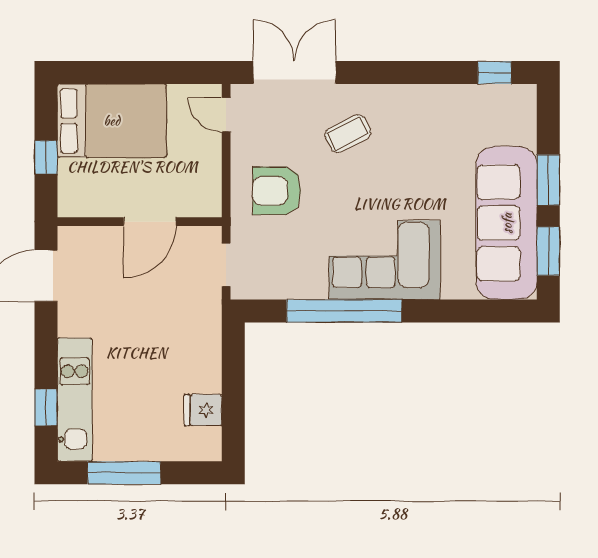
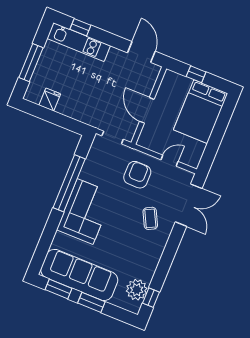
plant: (491, 105) -> (137, 290), added
door: (226, 115) -> (170, 161), moved
window: (124, 473) -> (31, 63), moved

